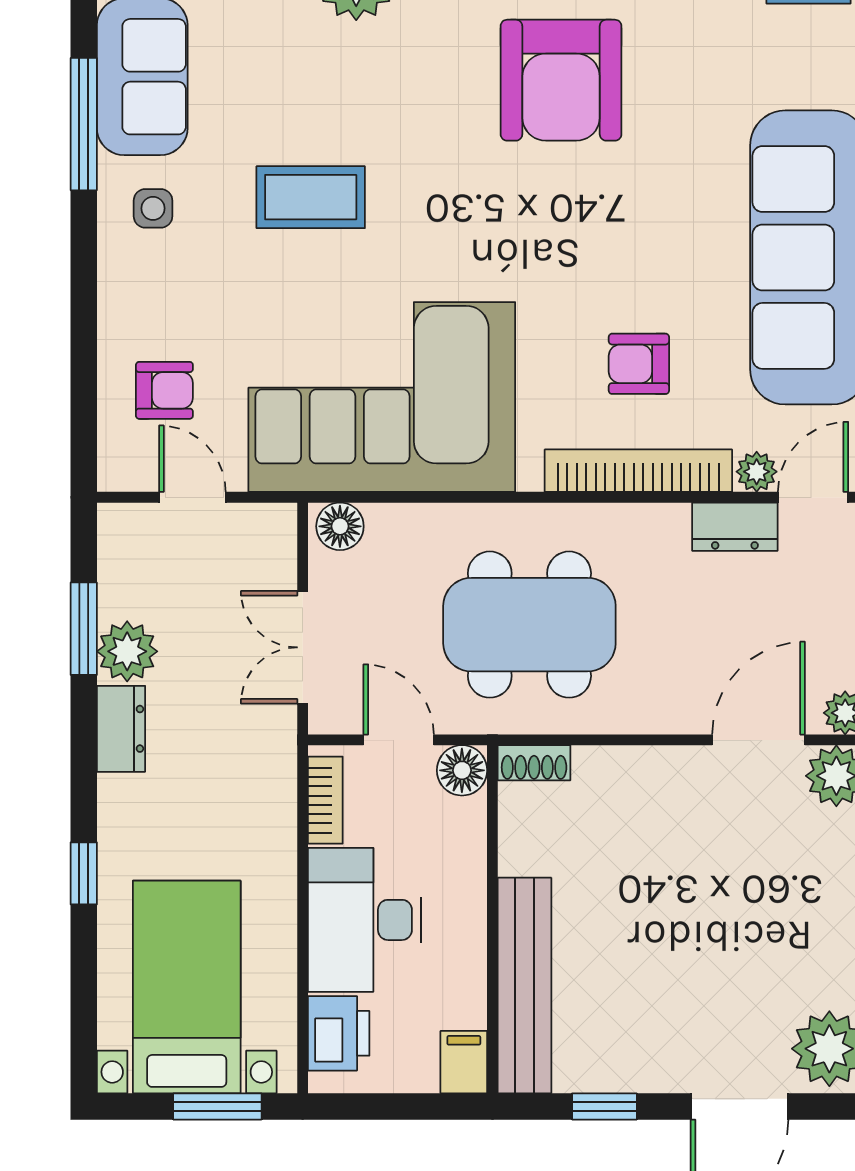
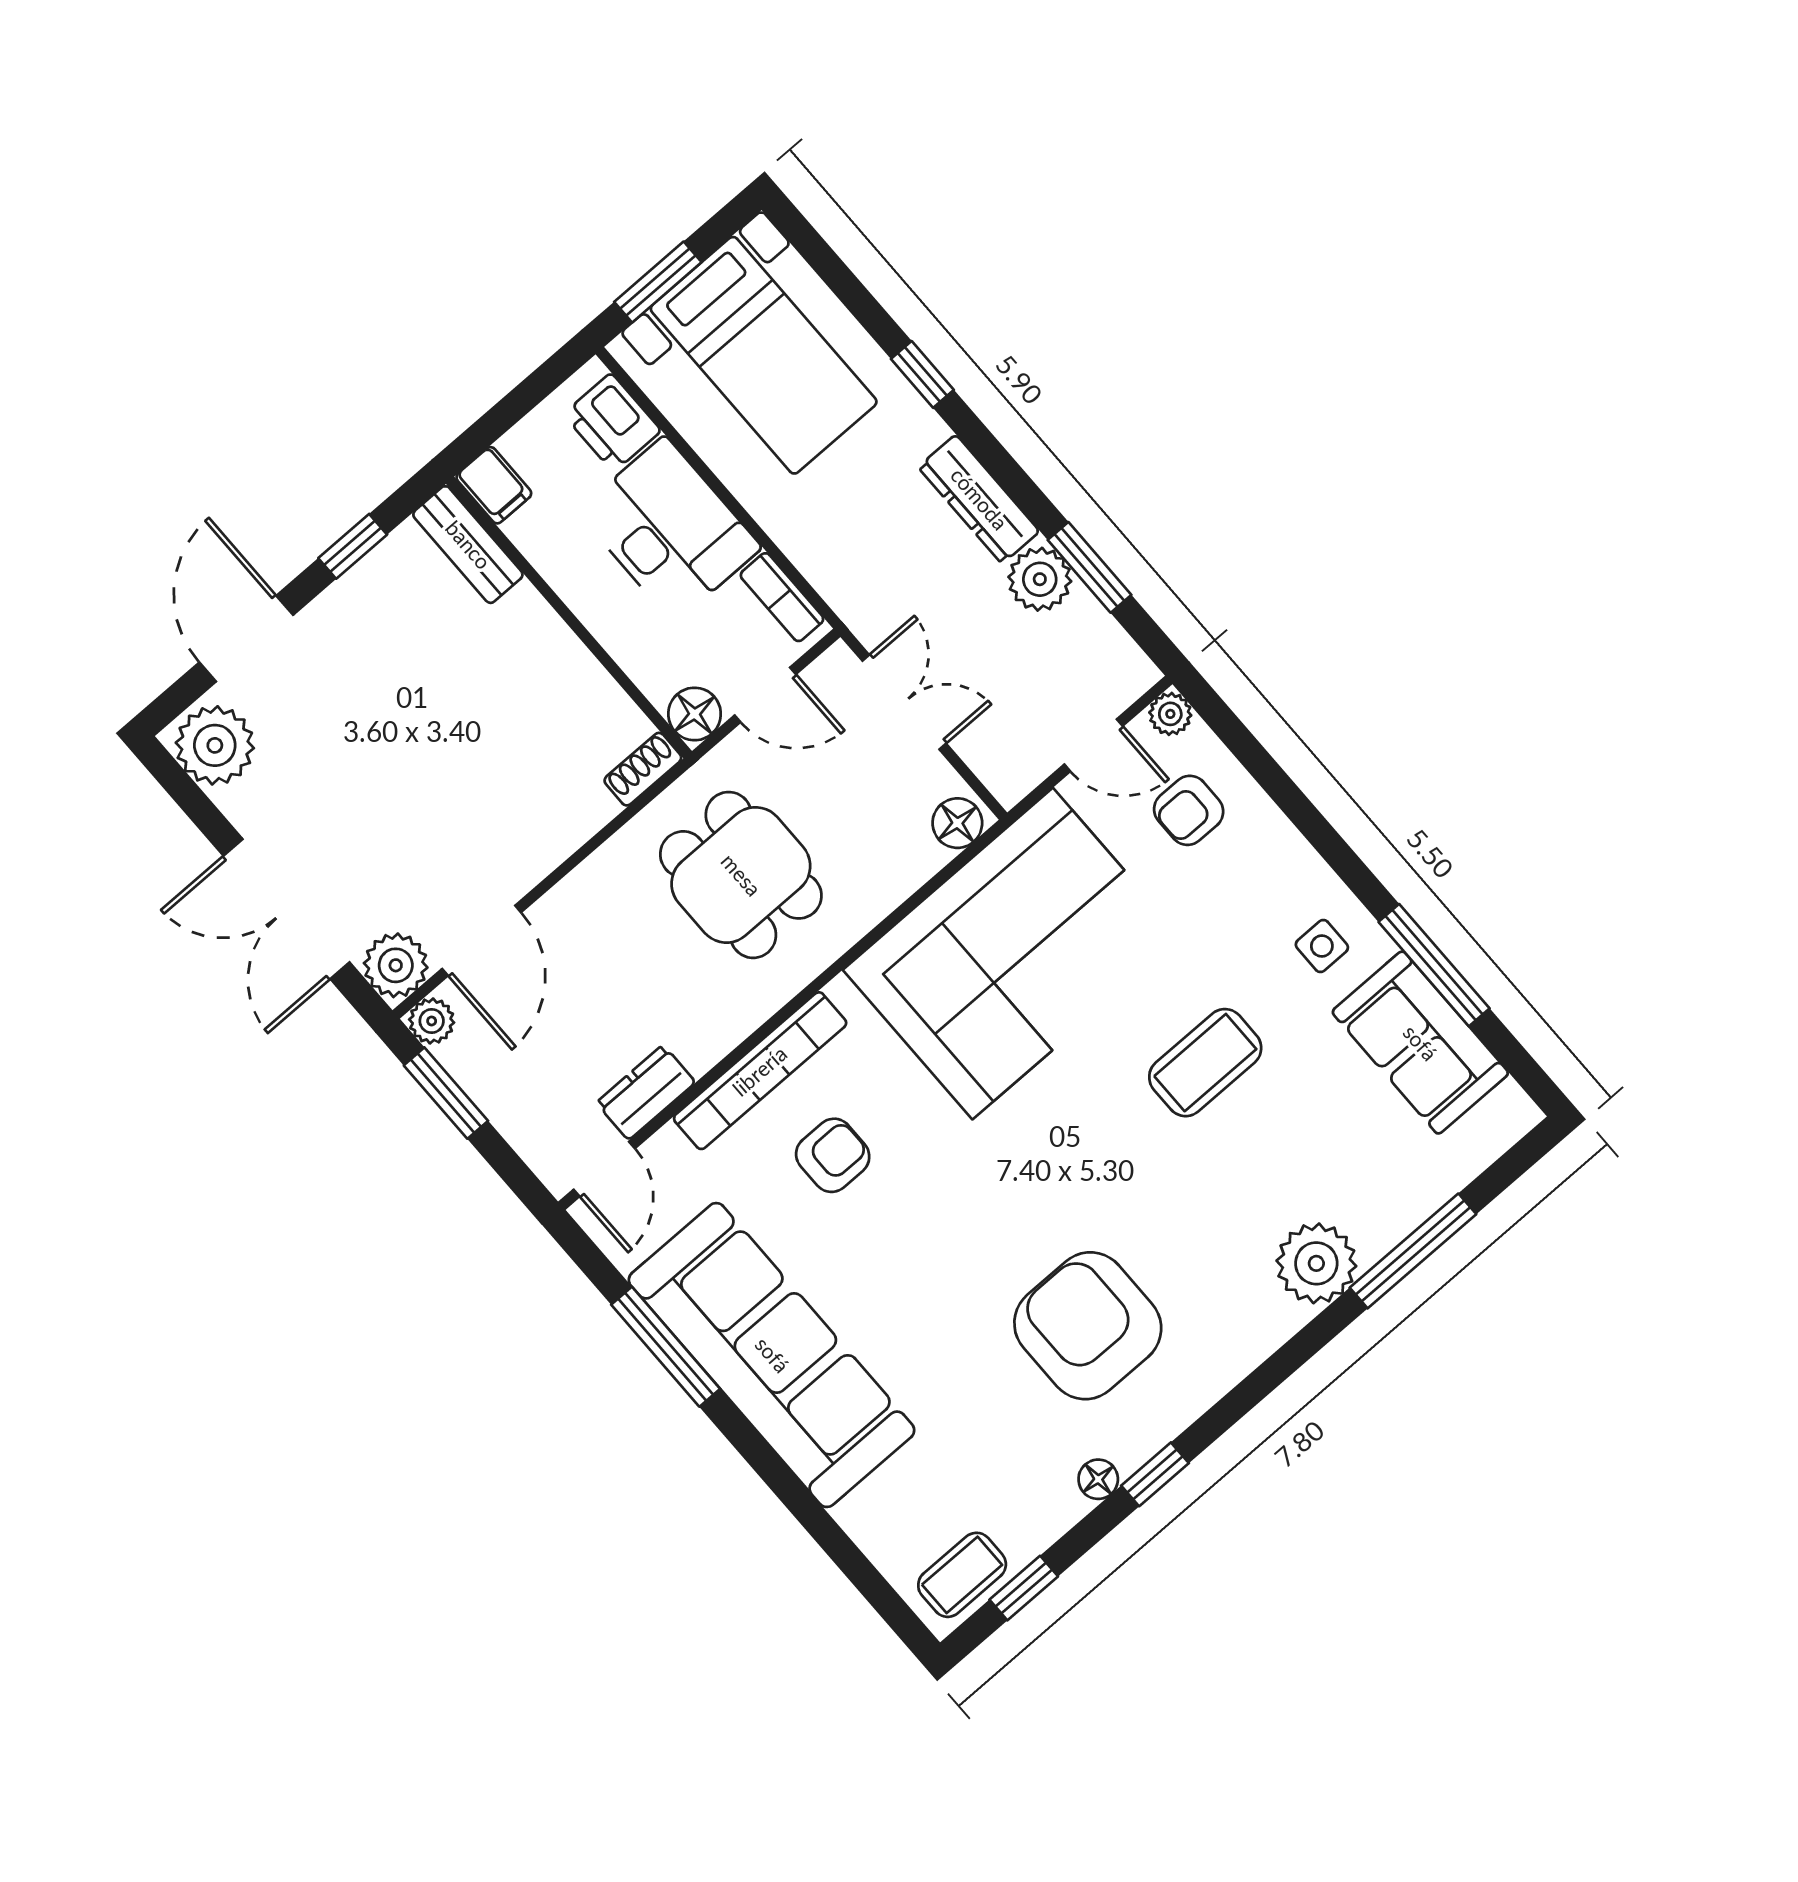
plant: (757, 472) -> (1170, 714), moved
dining table: (529, 625) -> (741, 875), width x0.73
dresser: (121, 729) -> (979, 499), width x1.44
bench: (525, 985) -> (468, 545), width x0.54, depth x0.82

